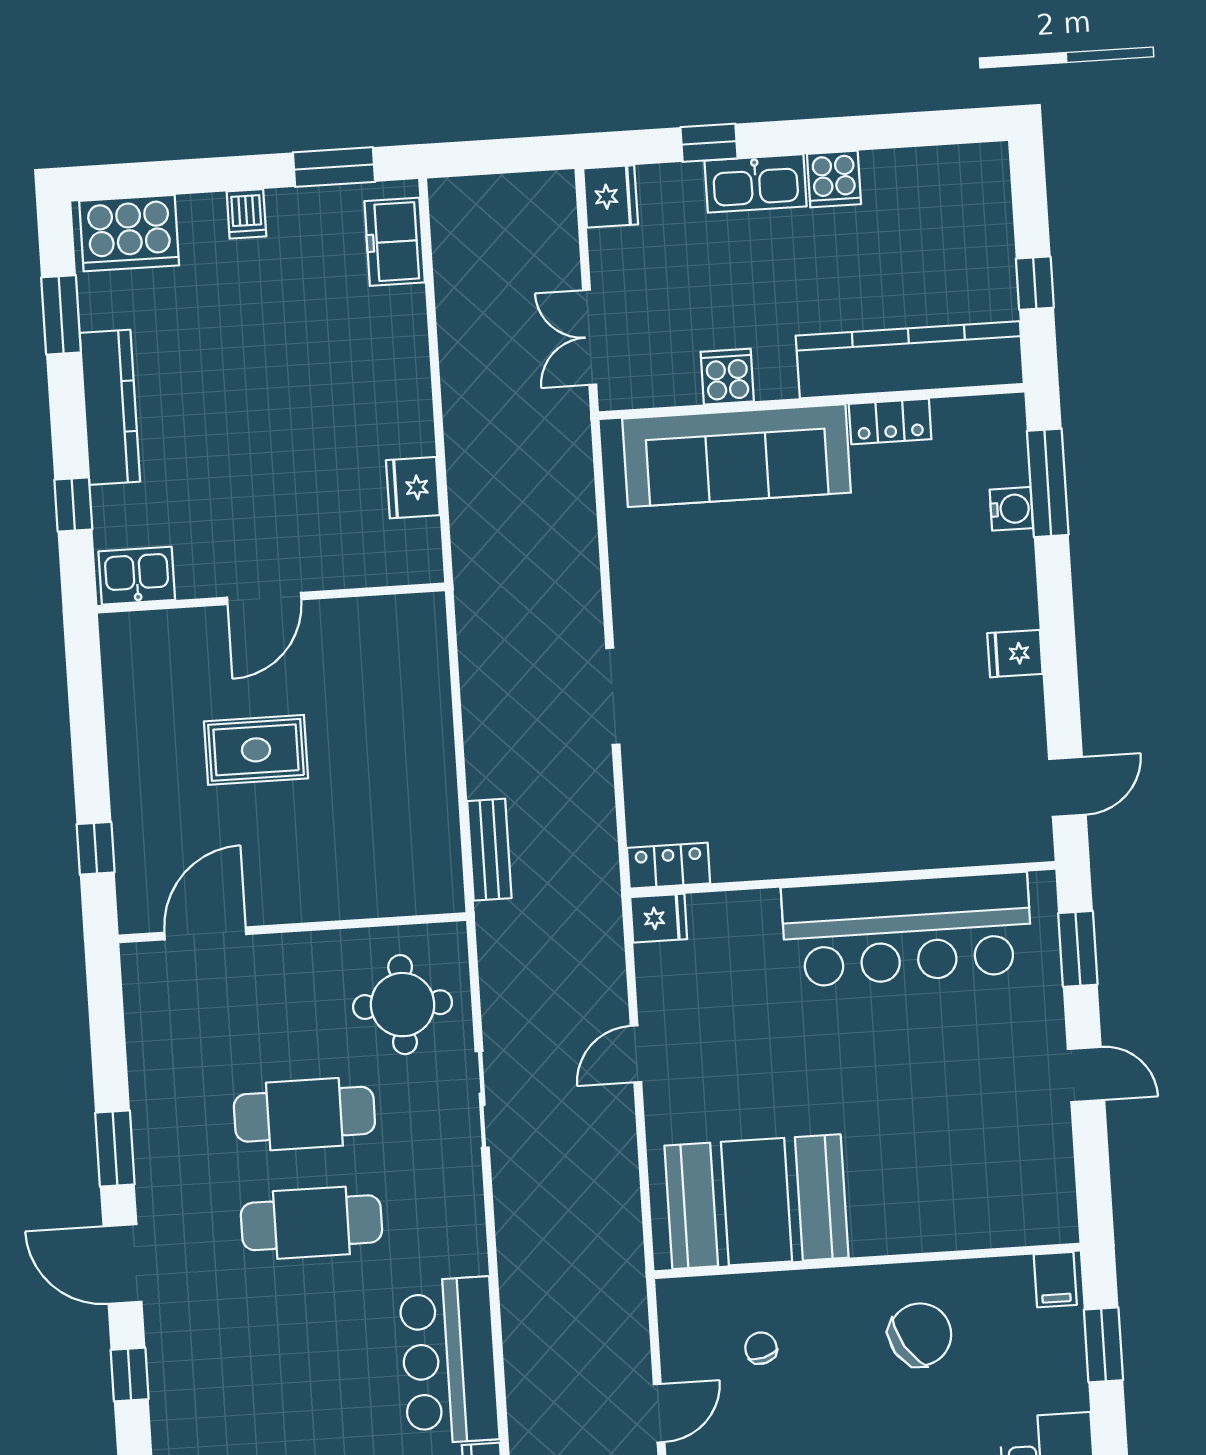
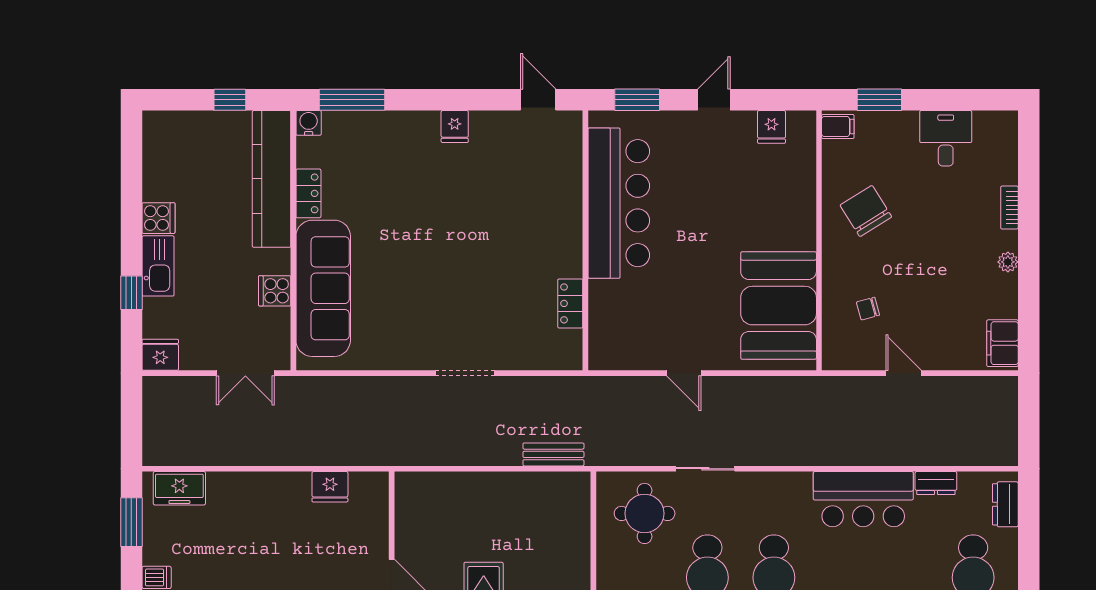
water cooler: (1011, 509) -> (309, 123), moved
locker: (669, 866) -> (570, 303), moved
fridge: (659, 918) -> (771, 127), moved, turned 180

